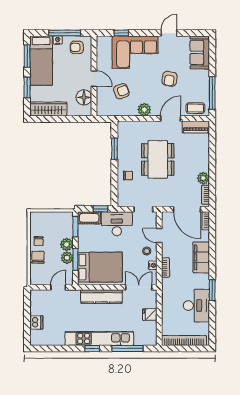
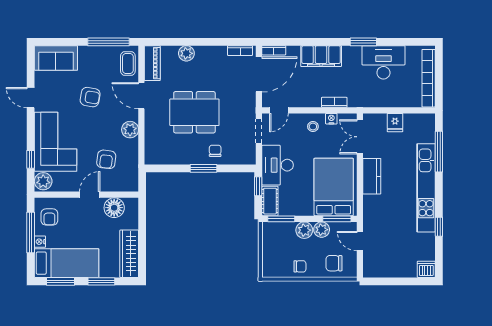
plant: (104, 43) -> (43, 181), added
armchair: (121, 91) -> (106, 159), turned -152
window: (114, 149) -> (204, 168), moved
plant: (203, 178) -> (186, 53), moved
door: (159, 236) -> (279, 110), moved
chair: (38, 257) -> (334, 263), moved
window: (75, 259) -> (337, 219), moved
kitchen counter: (101, 297) -> (372, 176), width x0.67
dishwasher: (36, 322) -> (426, 269), moved
window: (92, 348) -> (439, 227), moved

